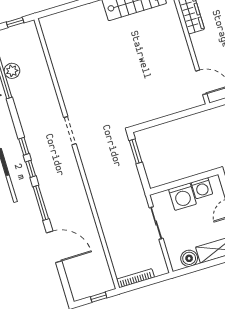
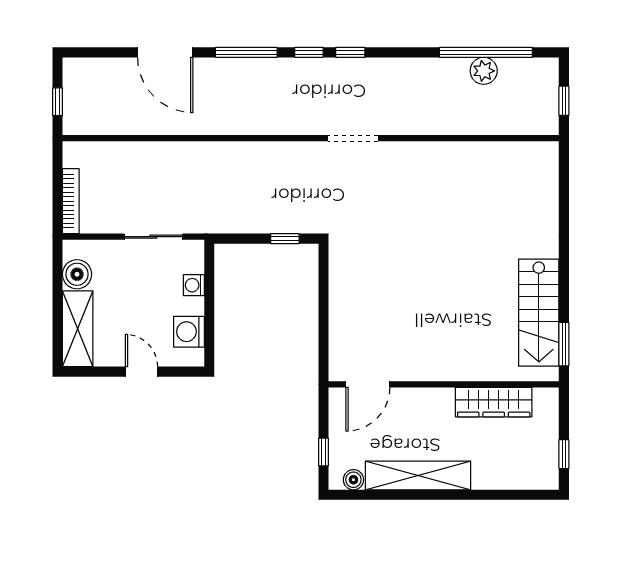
window: (136, 151) -> (285, 239), width x0.67
washing machine: (182, 197) -> (194, 285), width x0.53, depth x0.53
door: (54, 247) -> (165, 52), hinge flipped
bookcase: (135, 278) -> (71, 201), moved

